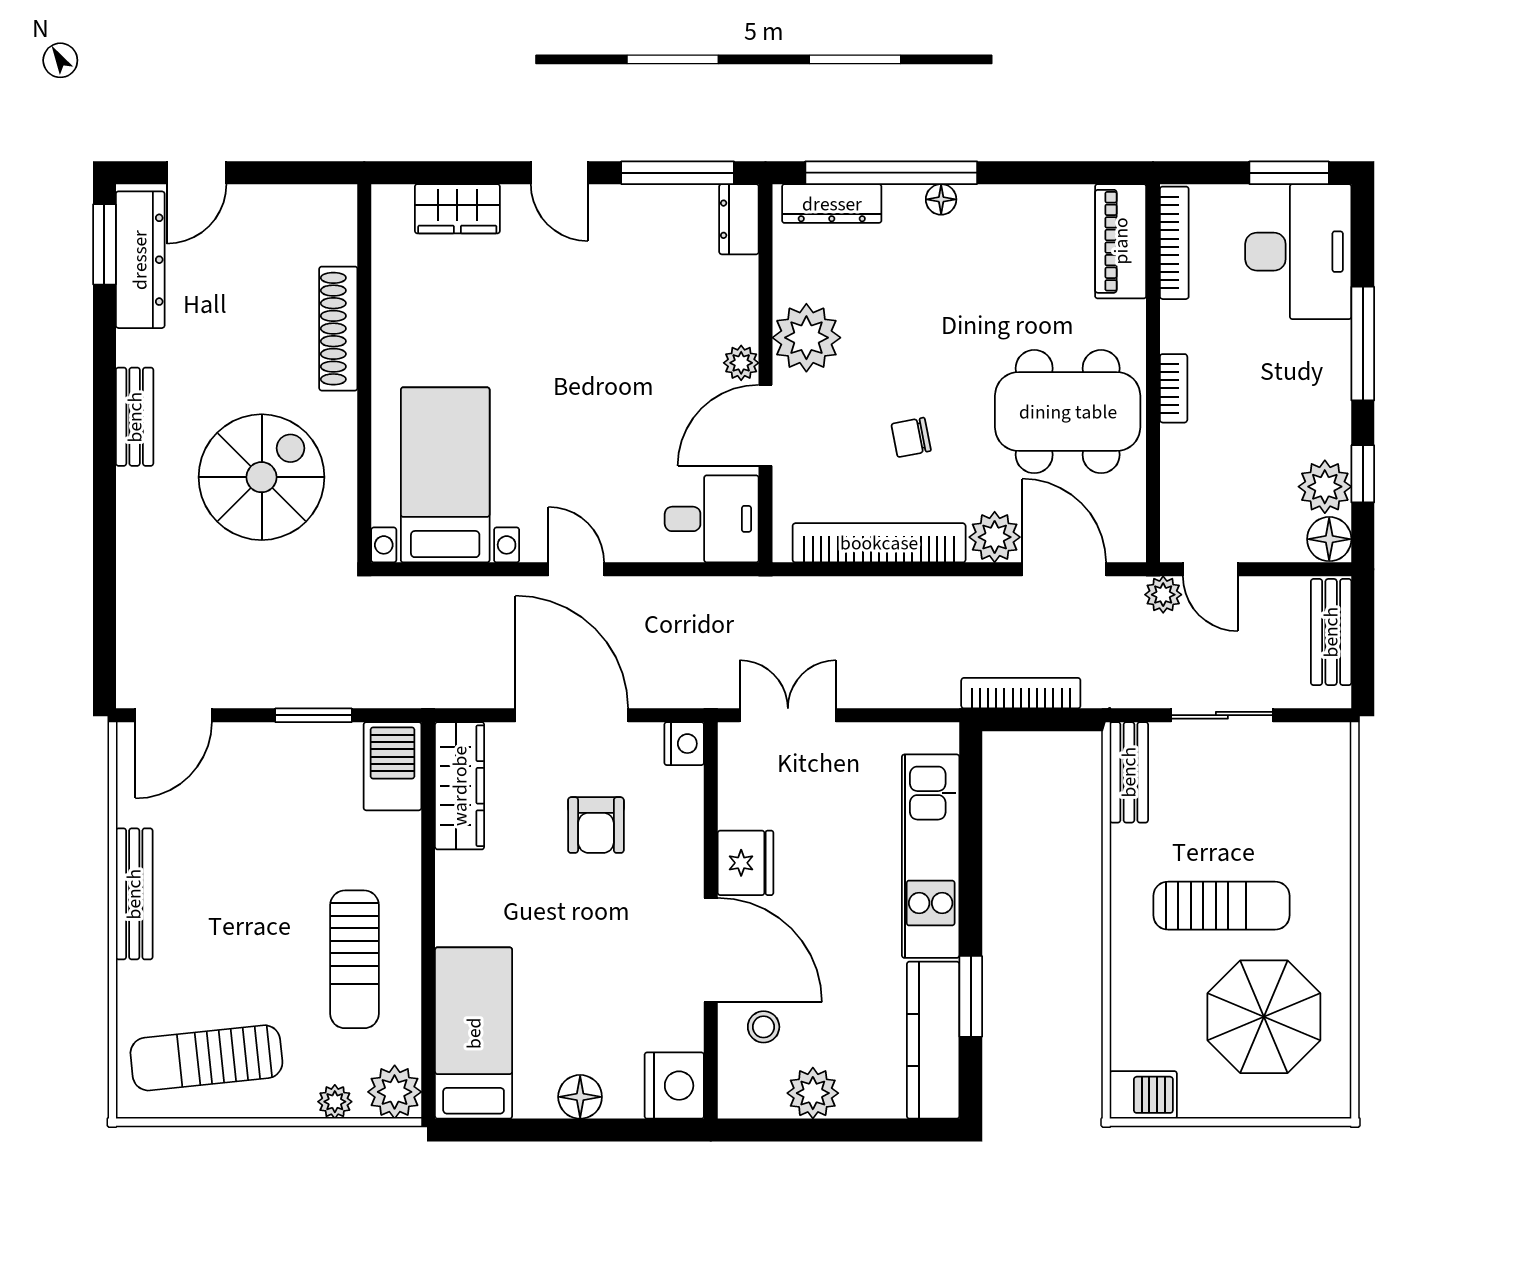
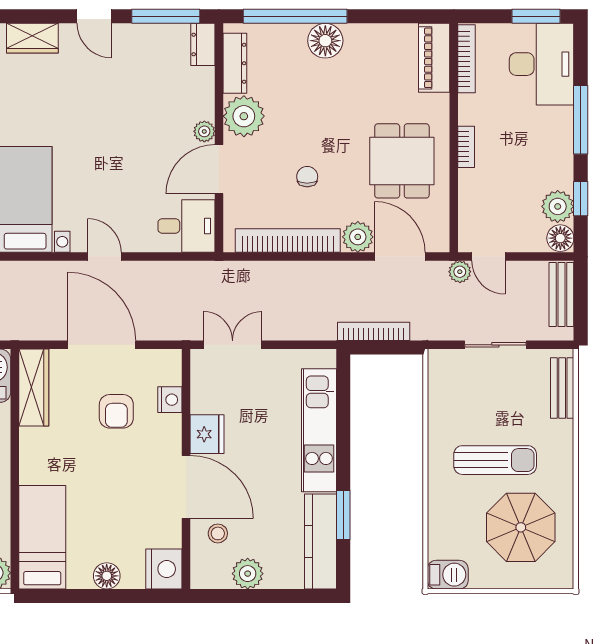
floor lamp: (941, 199) -> (325, 41), width x1.89, depth x1.89
dresser: (832, 204) -> (235, 63), moved, turned -90
dining table: (1068, 412) -> (402, 161), width x0.73
chair: (911, 437) -> (307, 177), turned 101
nightstand: (684, 744) -> (170, 400), moved
bench: (1129, 772) -> (562, 388), moved

